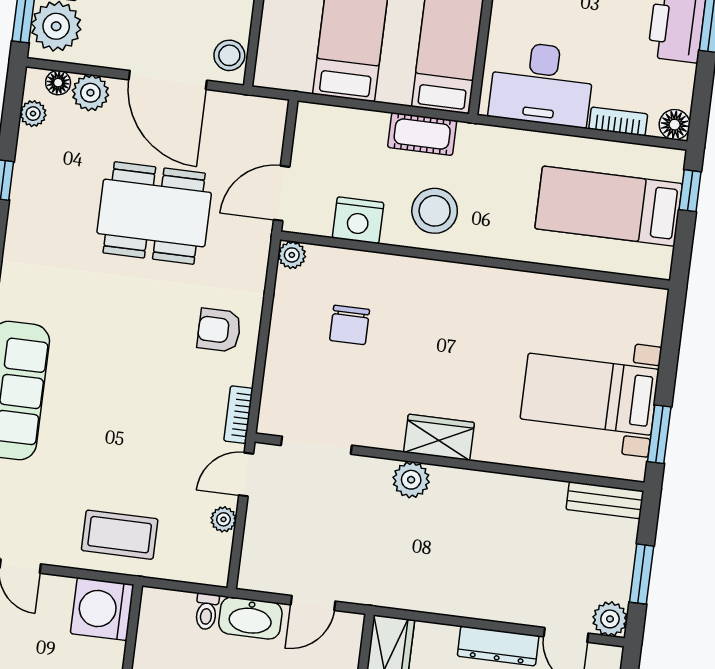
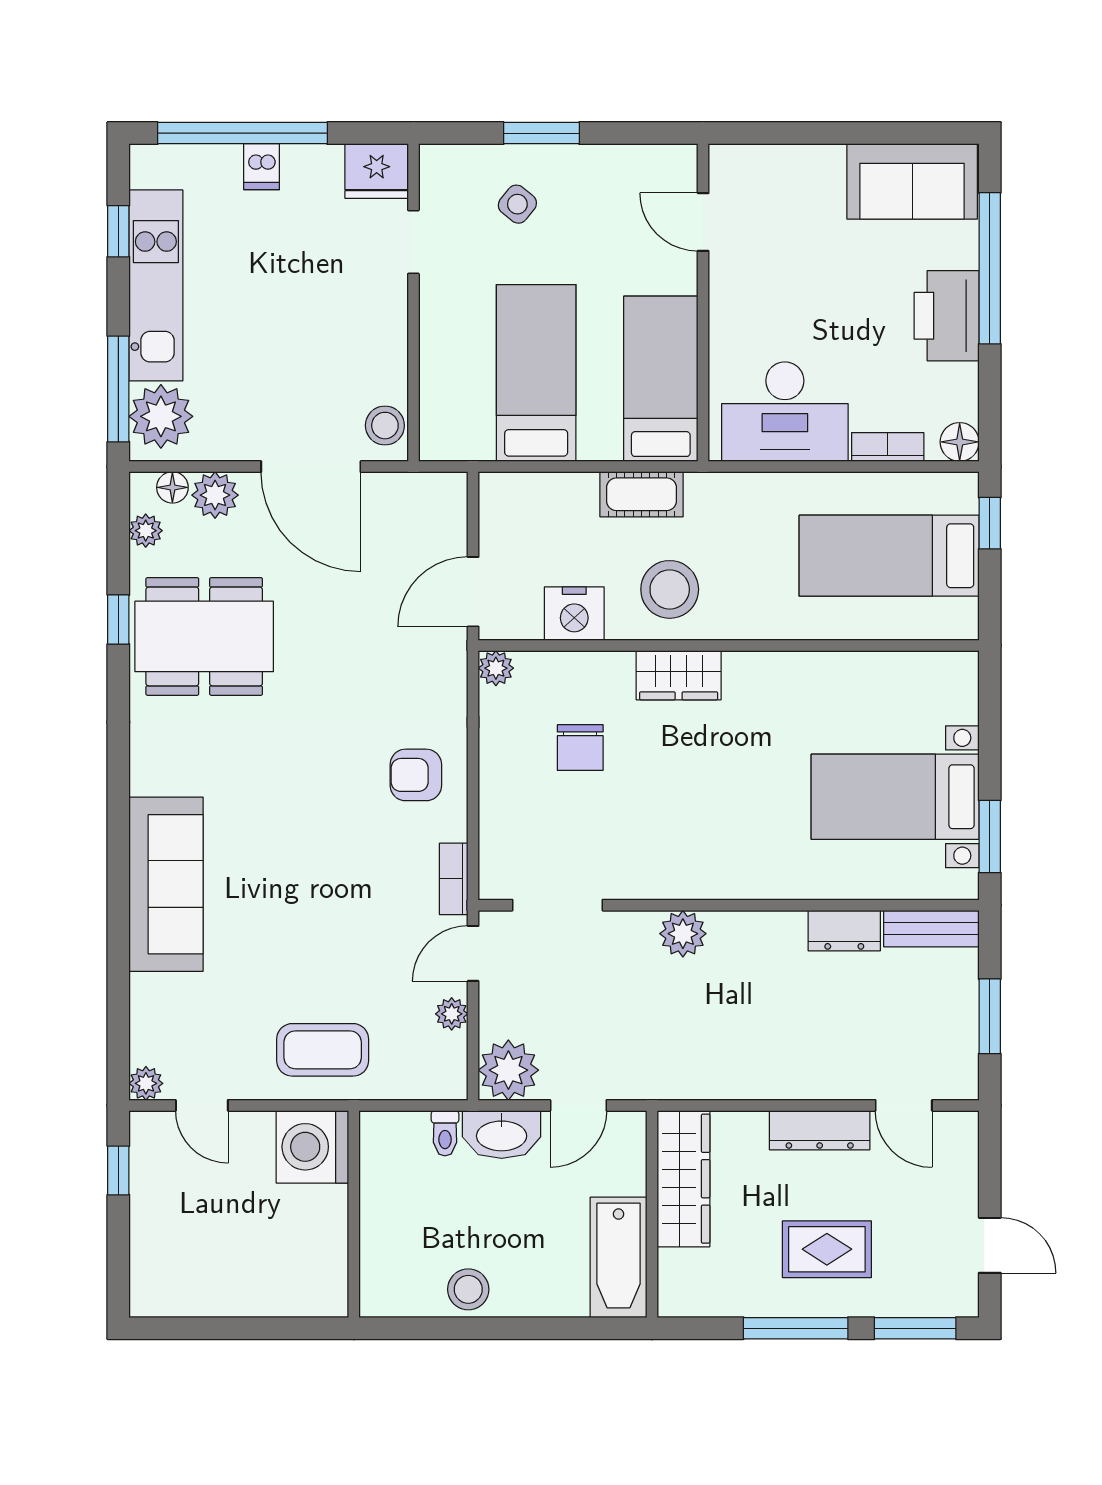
dining table: (154, 213) -> (204, 636), moved
wardrobe: (439, 437) -> (679, 675), moved, turned 180
dresser: (537, 493) -> (844, 931), added
plant: (610, 619) -> (508, 1070), moved, width x1.36, depth x1.36

